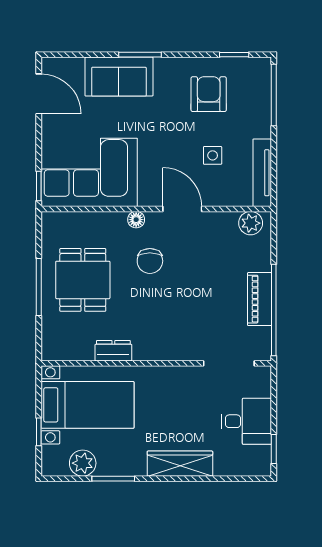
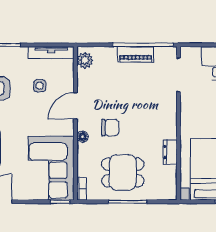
bookcase: (58, 218) -> (82, 189), added

